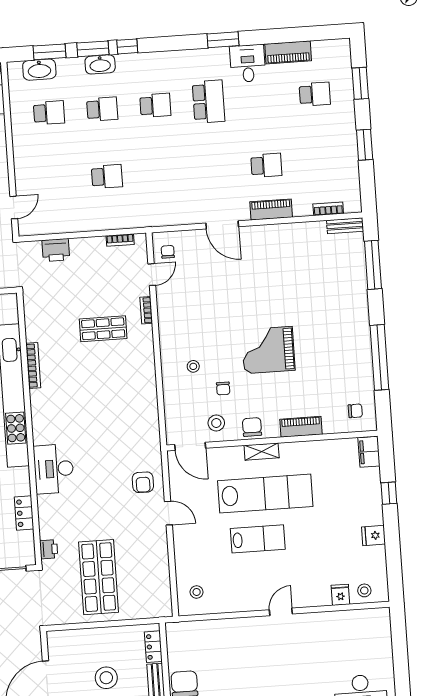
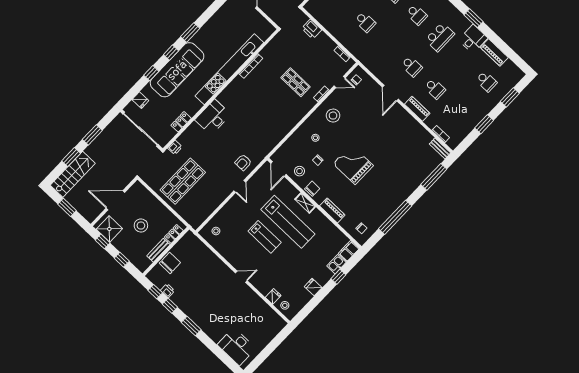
school desk: (213, 169) -> (412, 66), added
stool: (186, 320) -> (333, 116), added
kitchen sink: (371, 482) -> (336, 264), added

